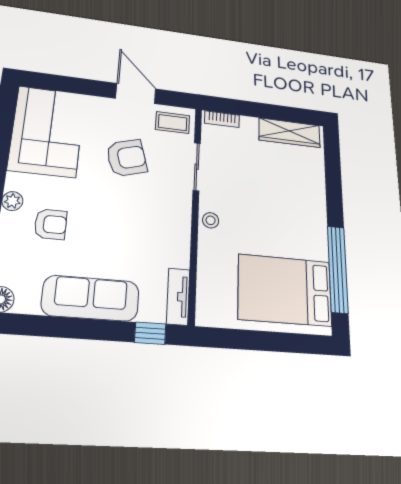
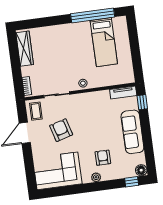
bed: (285, 290) -> (104, 42), width x0.67

